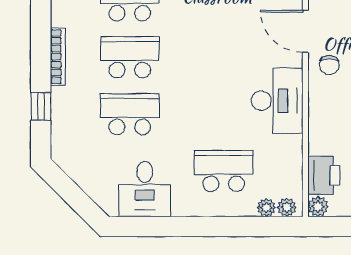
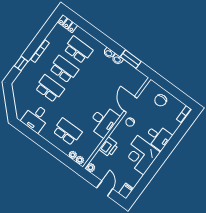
printer: (324, 175) -> (109, 147), moved

